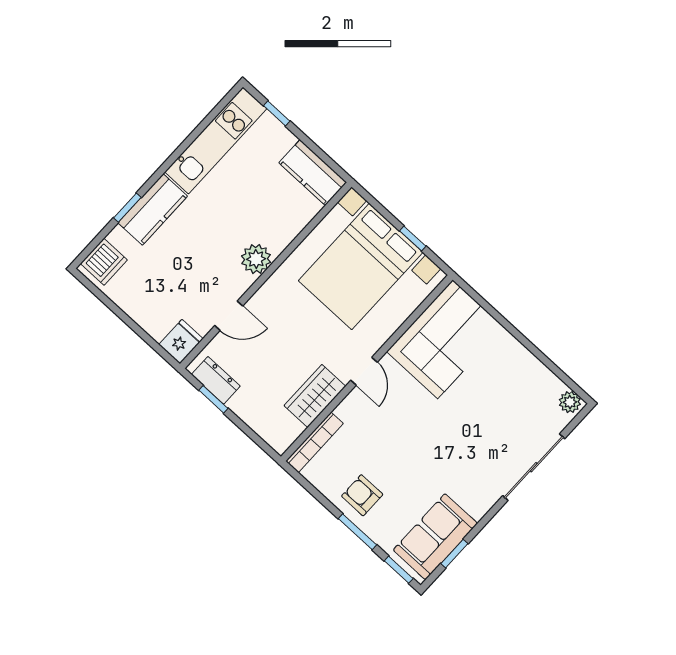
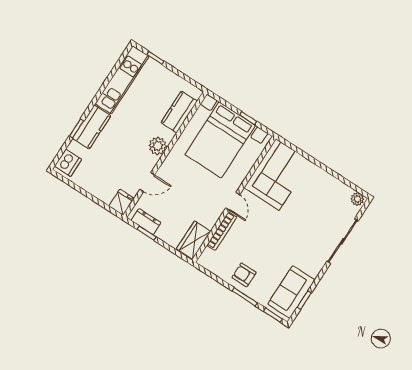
kitchen counter: (313, 173) -> (179, 112), moved, turned 90
wardrobe: (315, 396) -> (194, 240), moved
bookcase: (314, 442) -> (222, 231), moved

